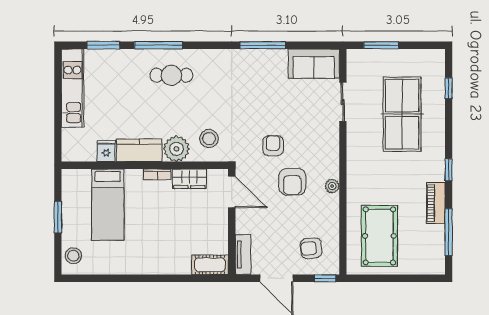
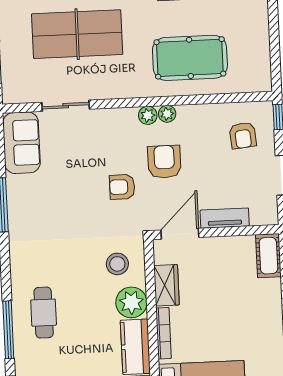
plant: (332, 170) -> (148, 115), added
bookcase: (157, 174) -> (164, 333), width x1.56
armchair: (292, 182) -> (164, 162), turned -90
pool table: (379, 236) -> (190, 58), moved
tv unit: (243, 255) -> (225, 218), moved

